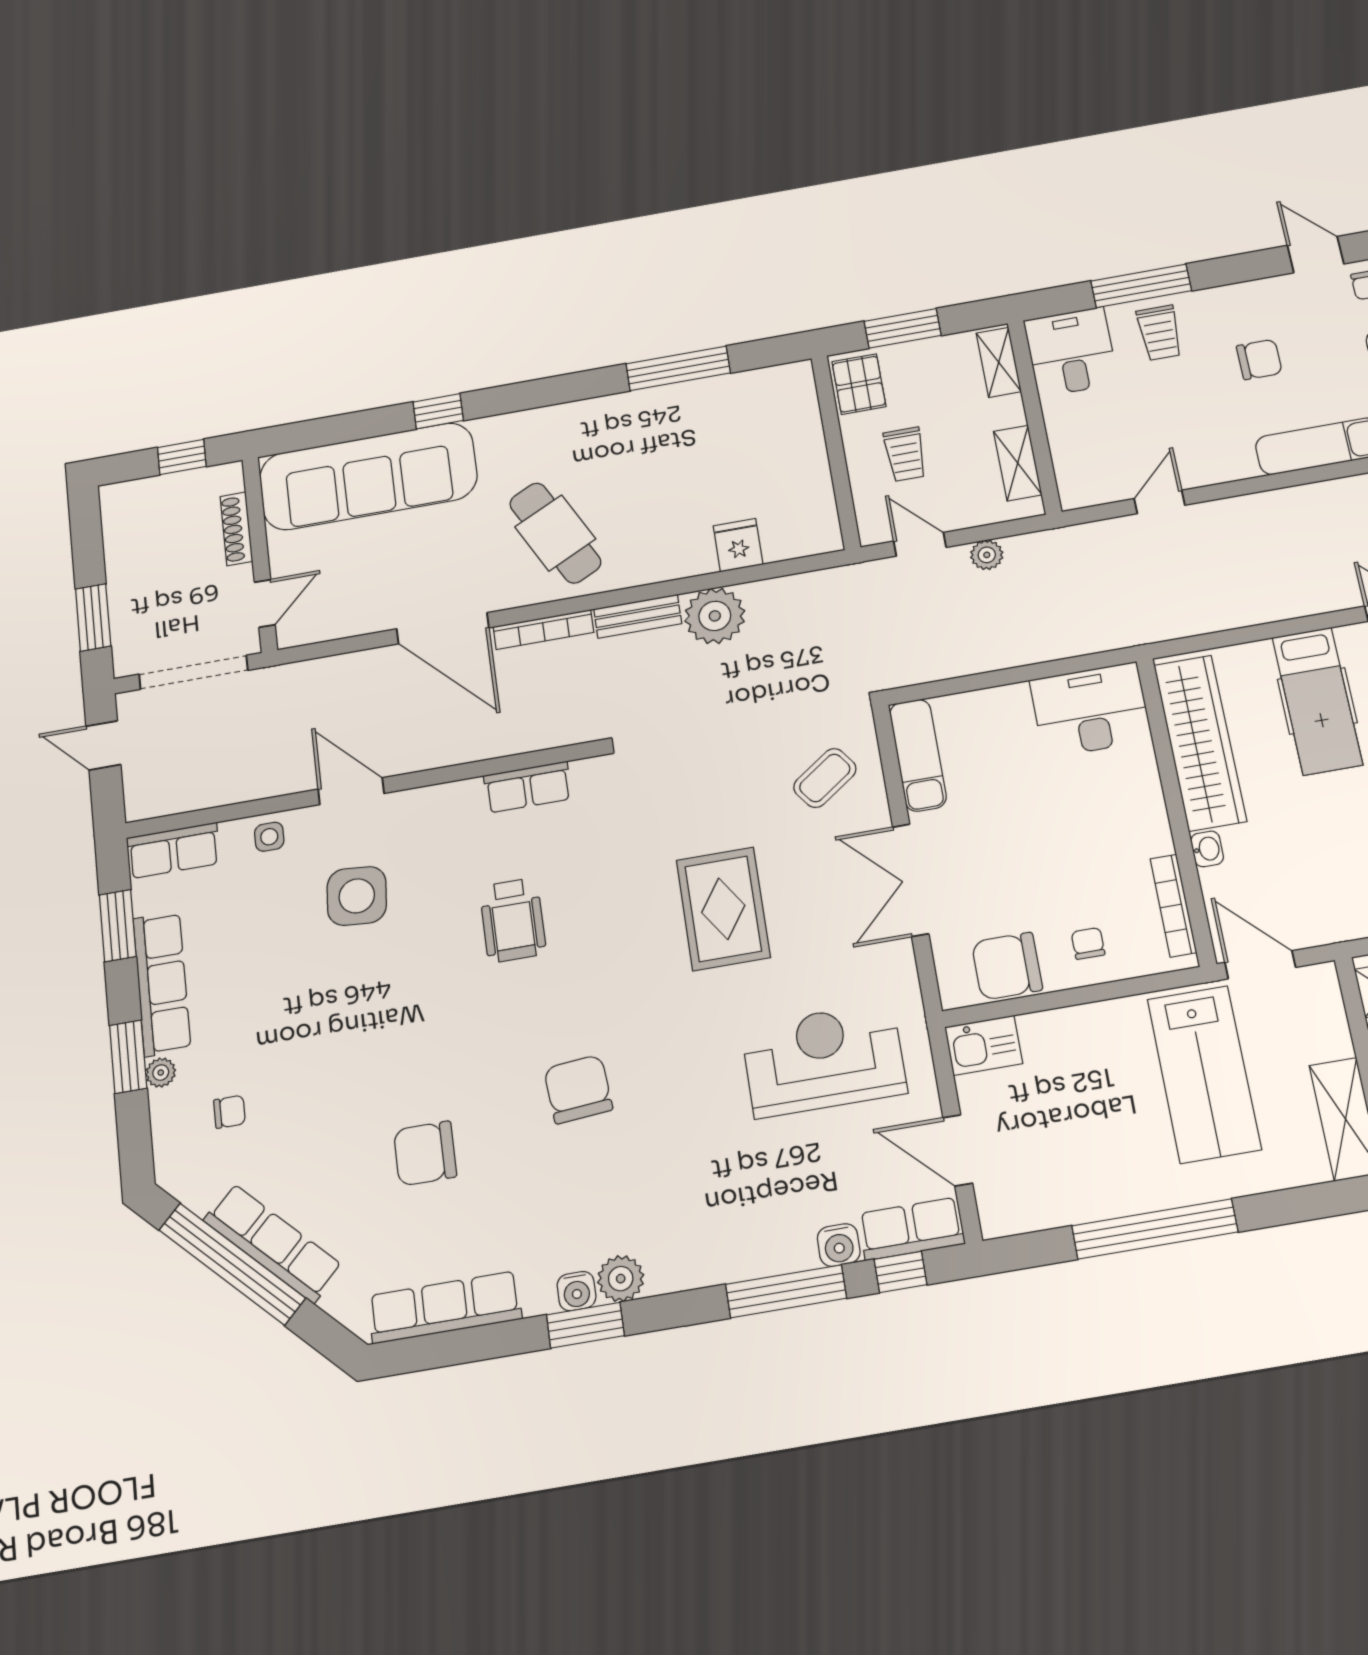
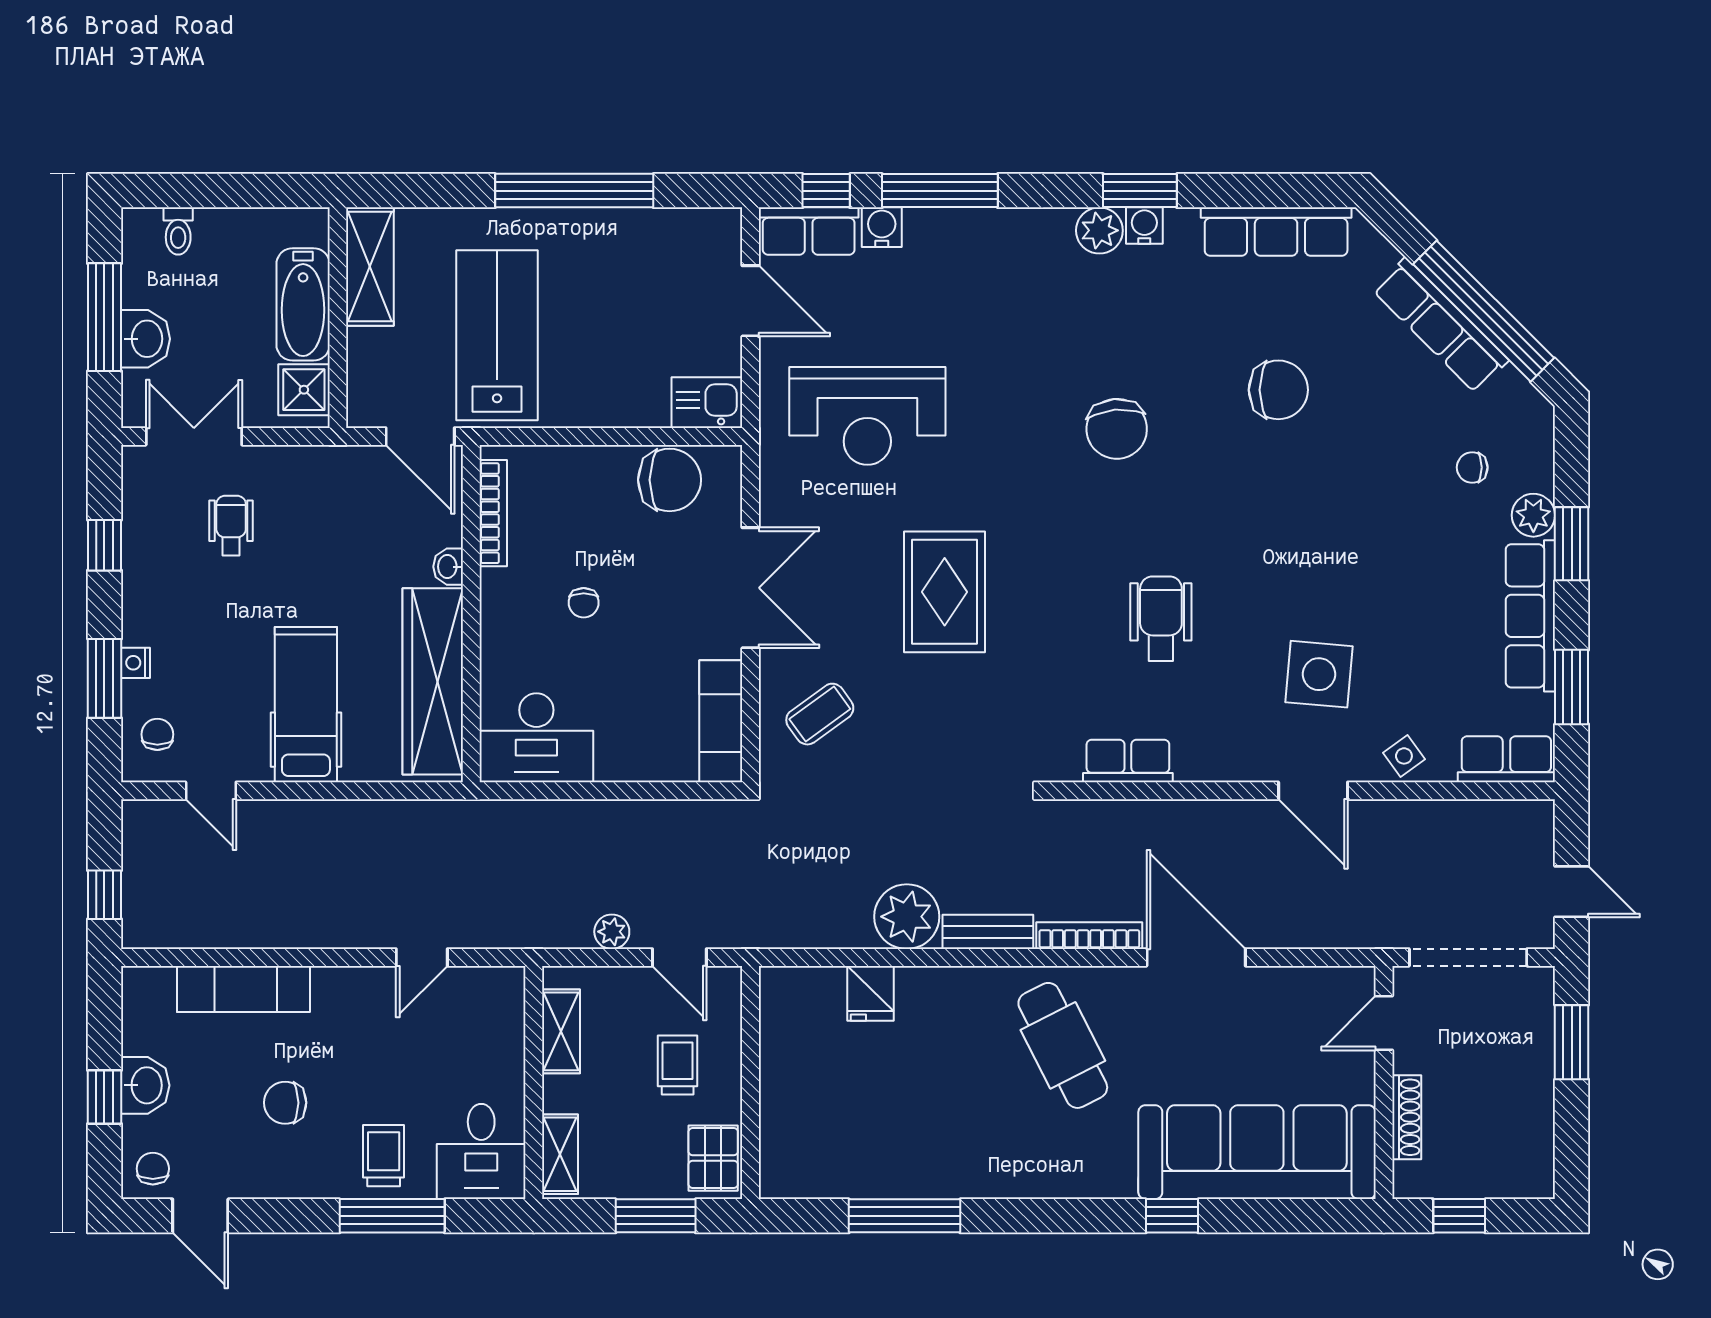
side table: (269, 837) -> (1404, 756), turned -36
chair: (1088, 943) -> (584, 603), moved
plant: (161, 1073) -> (1533, 515), width x1.38, depth x1.38

